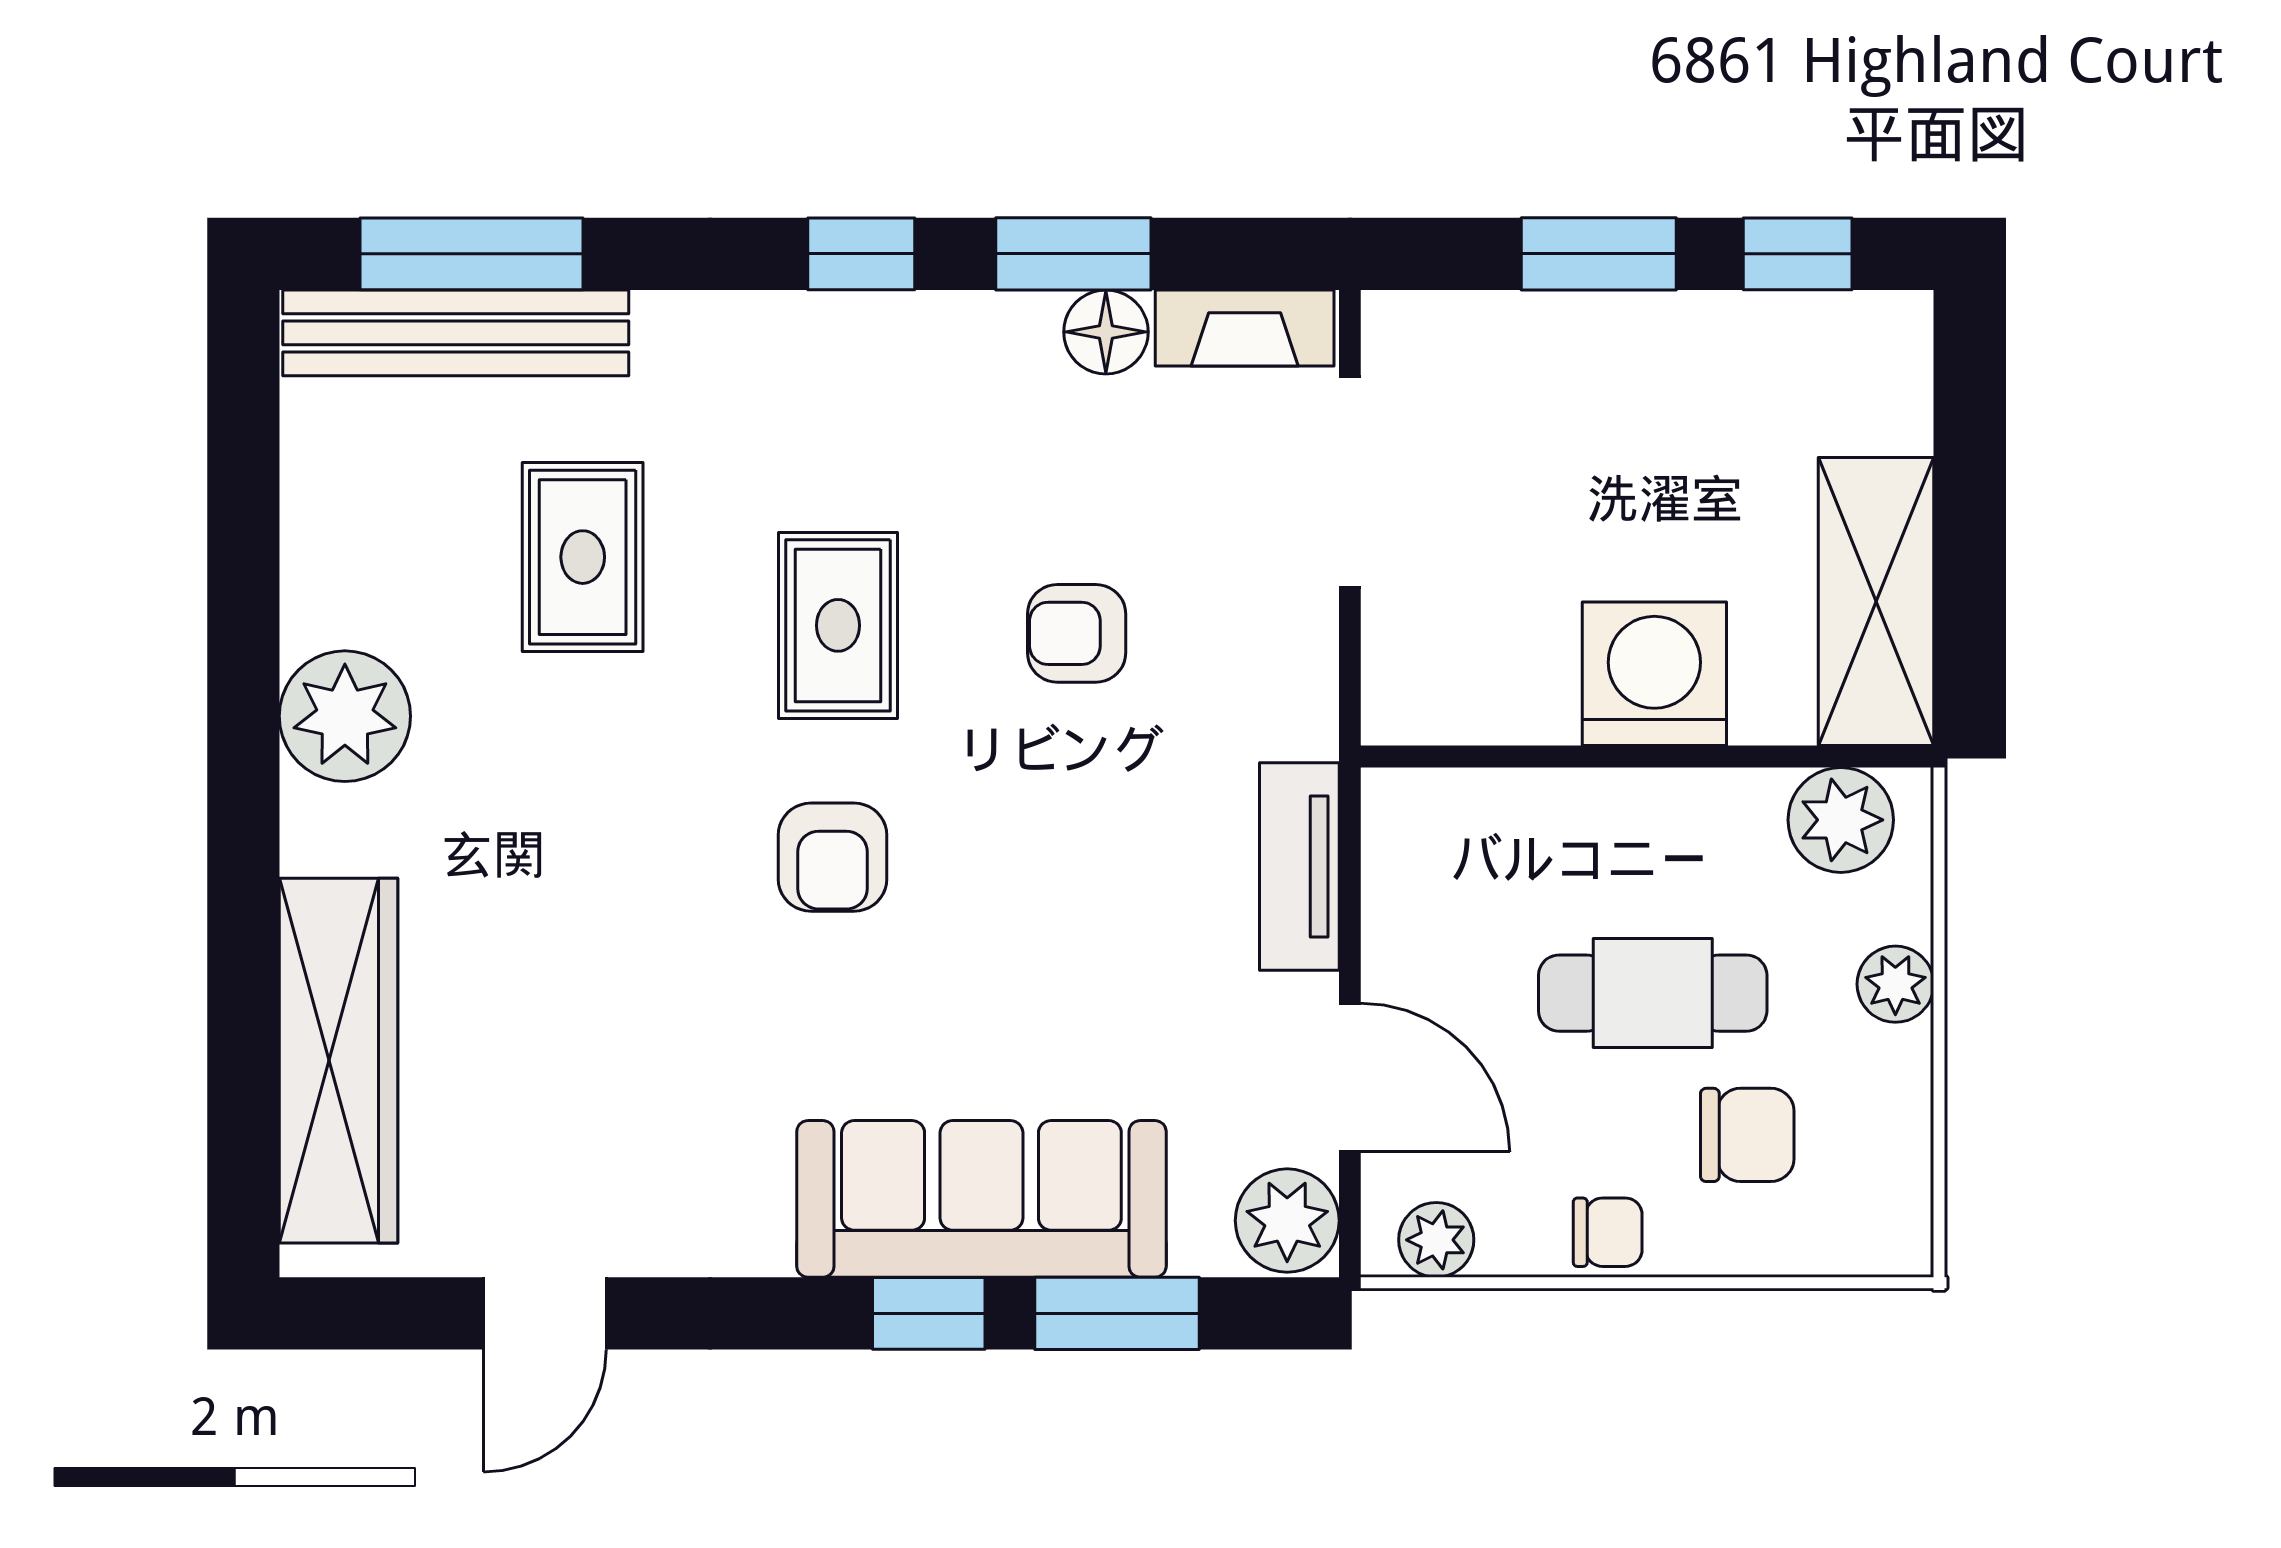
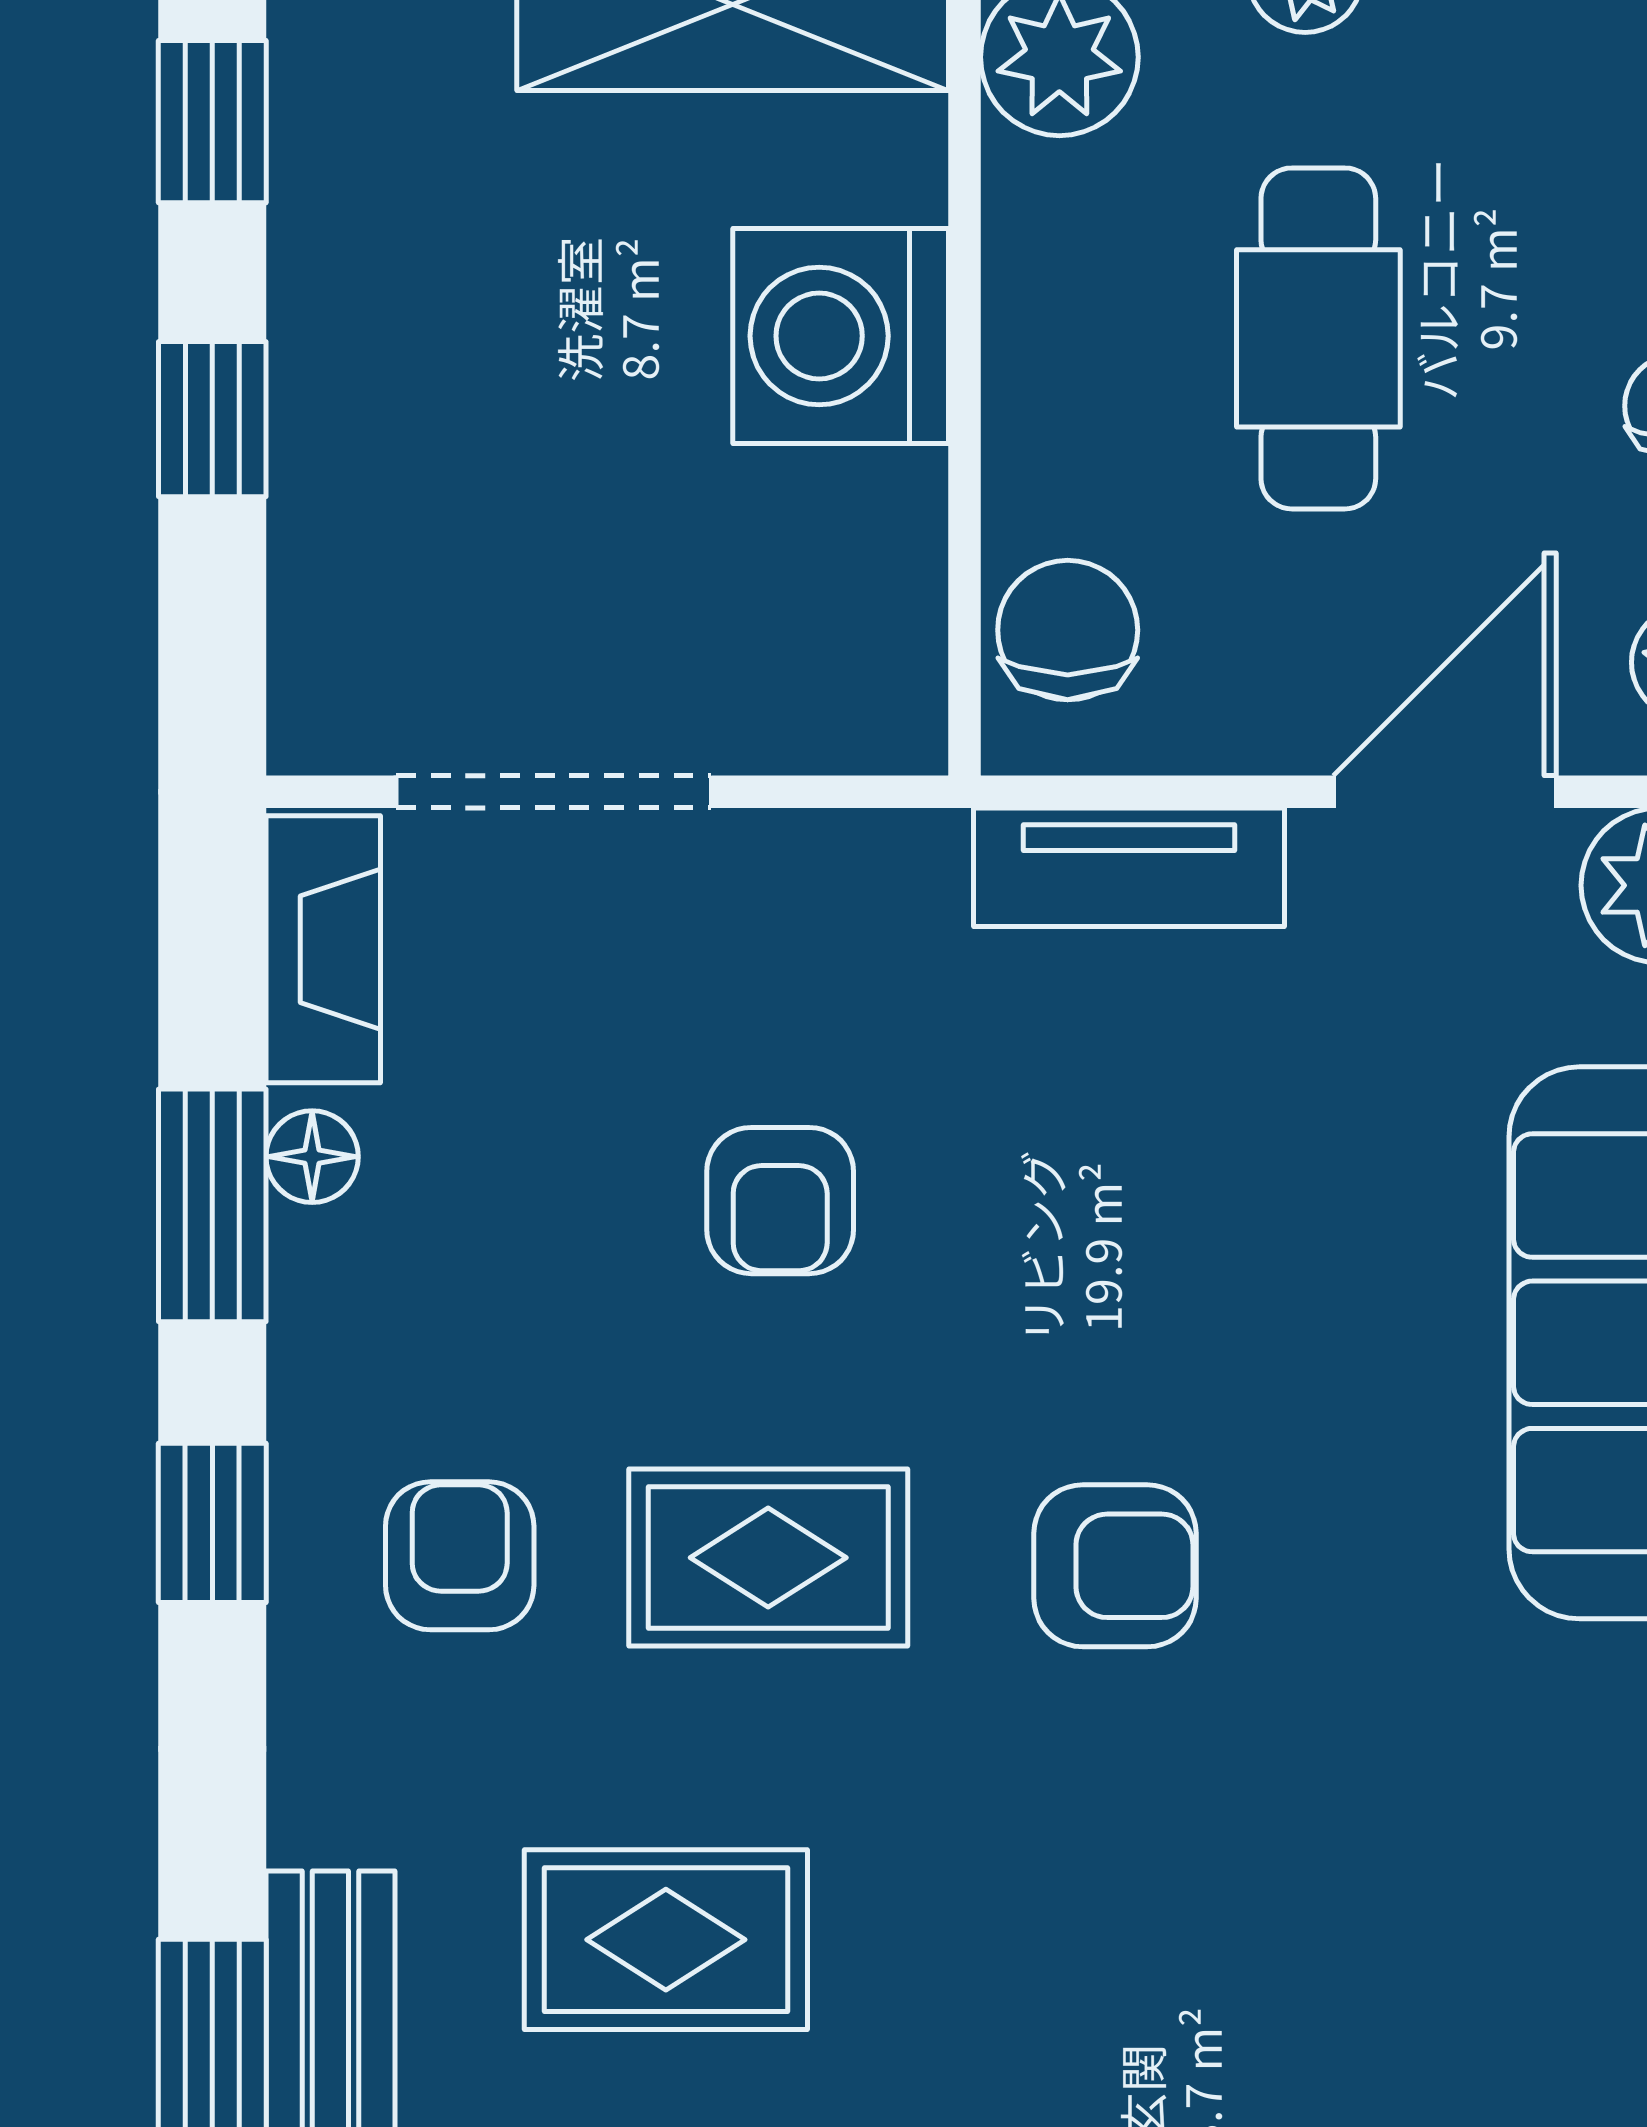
window: (1599, 254) -> (212, 419), width x0.67
floor lamp: (1106, 332) -> (312, 1157), width x0.73, depth x0.73
armchair: (839, 419) -> (460, 1556), added
chair: (1747, 1135) -> (1068, 630), moved

